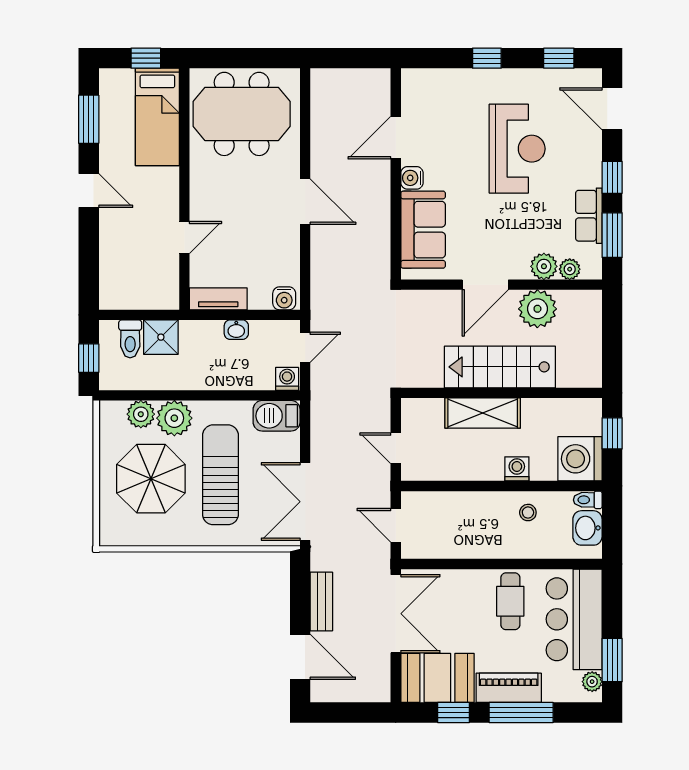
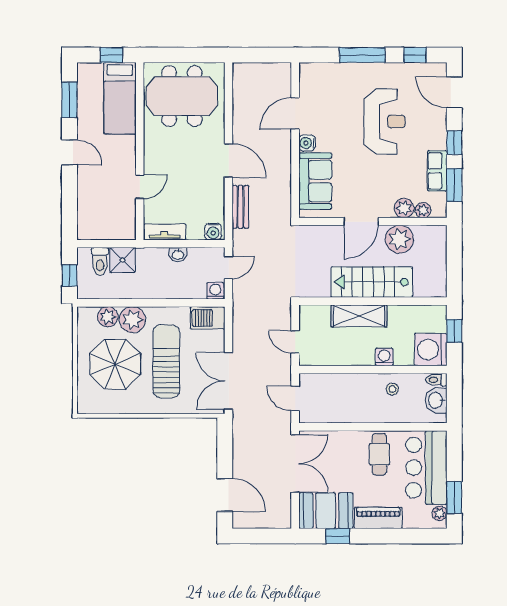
window: (487, 58) -> (362, 55), width x2.17
bench: (321, 601) -> (240, 207), moved
window: (521, 712) -> (387, 536), removed

